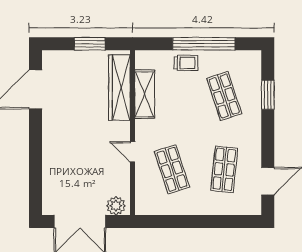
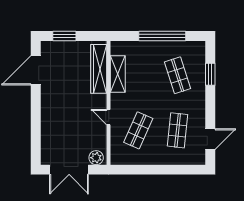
window: (90, 44) -> (64, 36), moved
trolley: (186, 63) -> (149, 50), removed
shop shelf: (172, 169) -> (138, 130), turned 42

